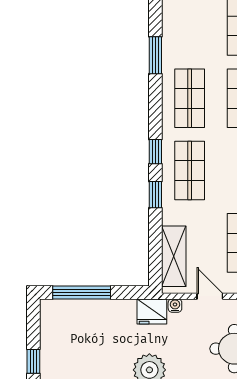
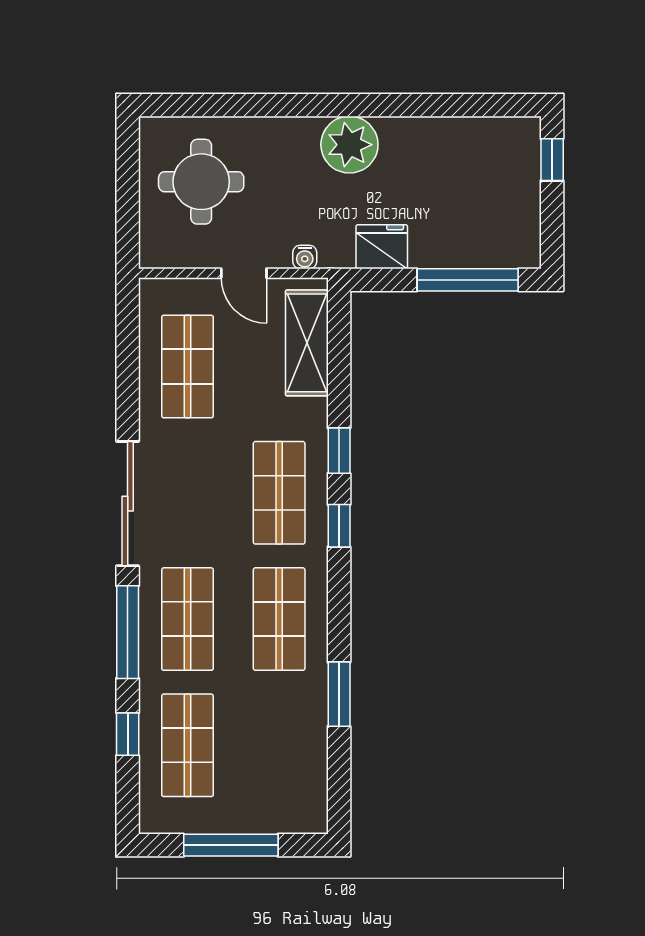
fridge: (152, 311) -> (382, 247), moved

